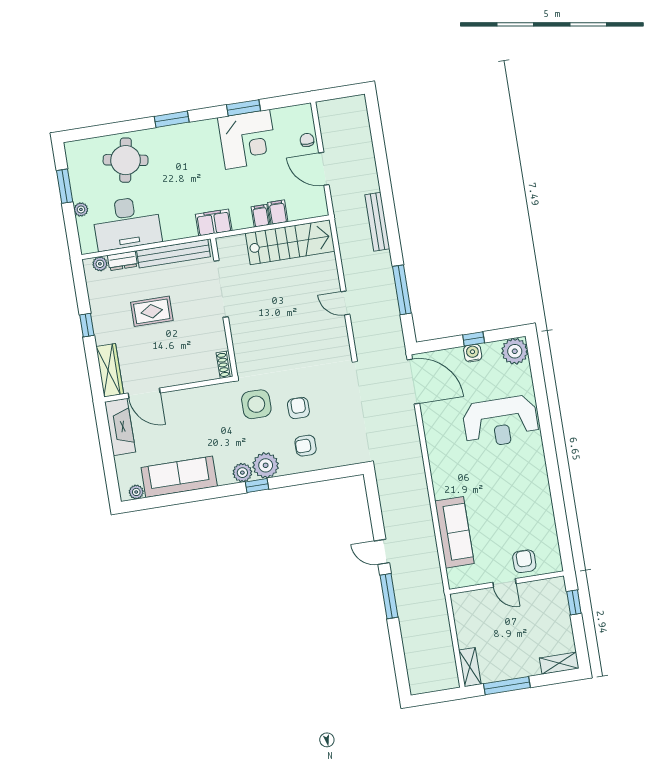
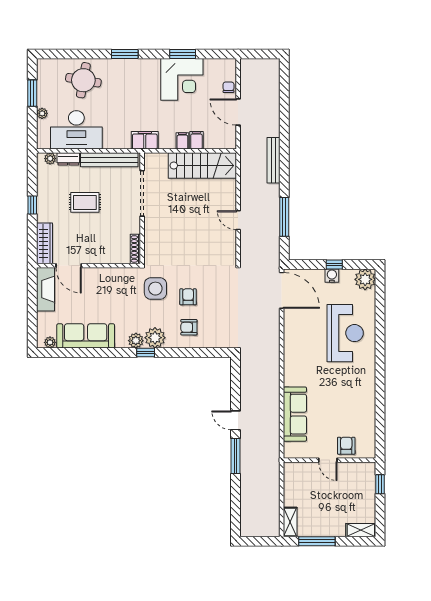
shoe rack: (225, 365) -> (135, 249), width x1.43
reception desk: (501, 422) -> (345, 333), turned -90

